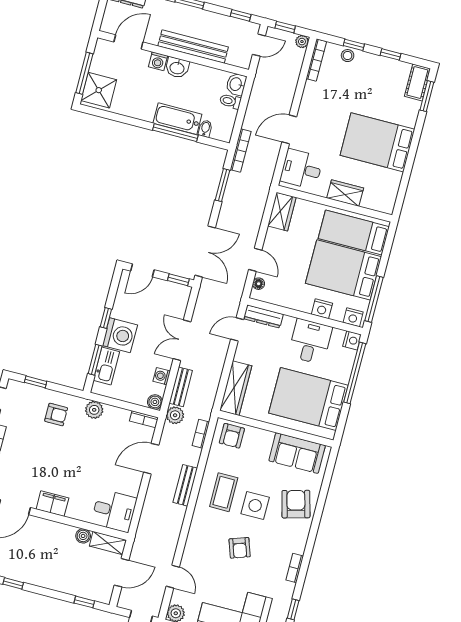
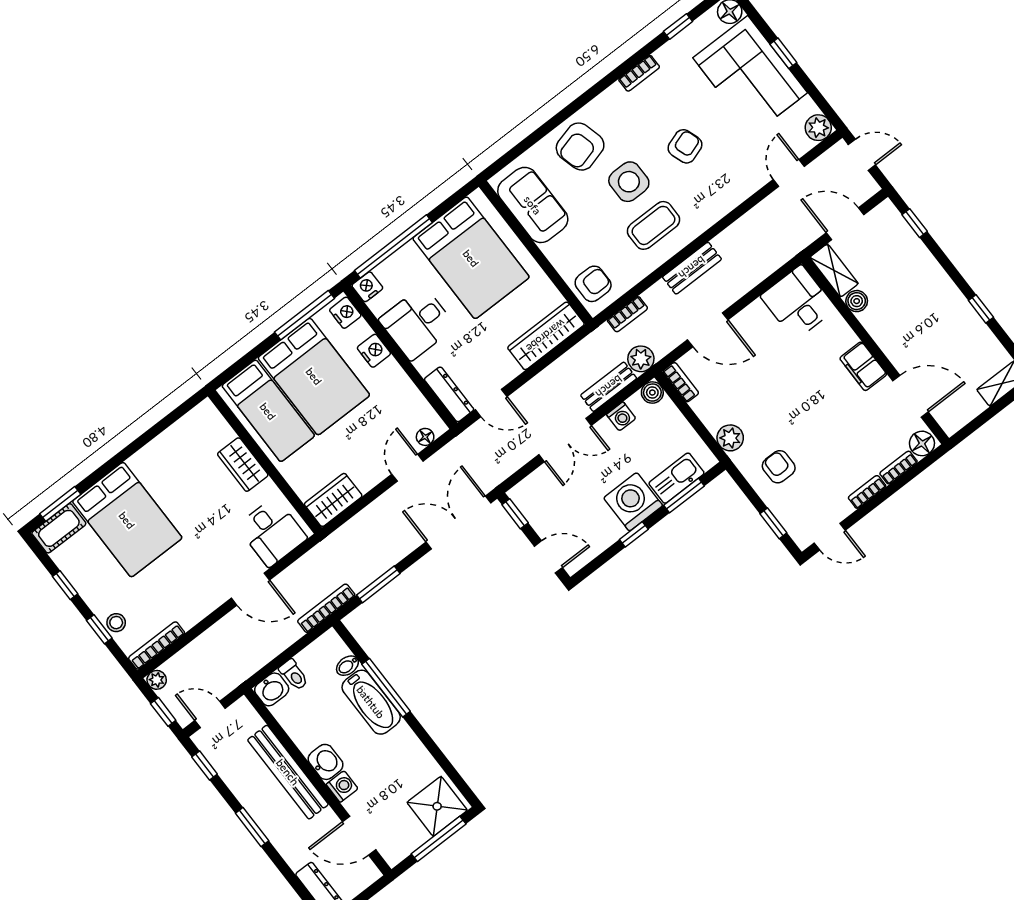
bed: (377, 142) -> (127, 520), moved

